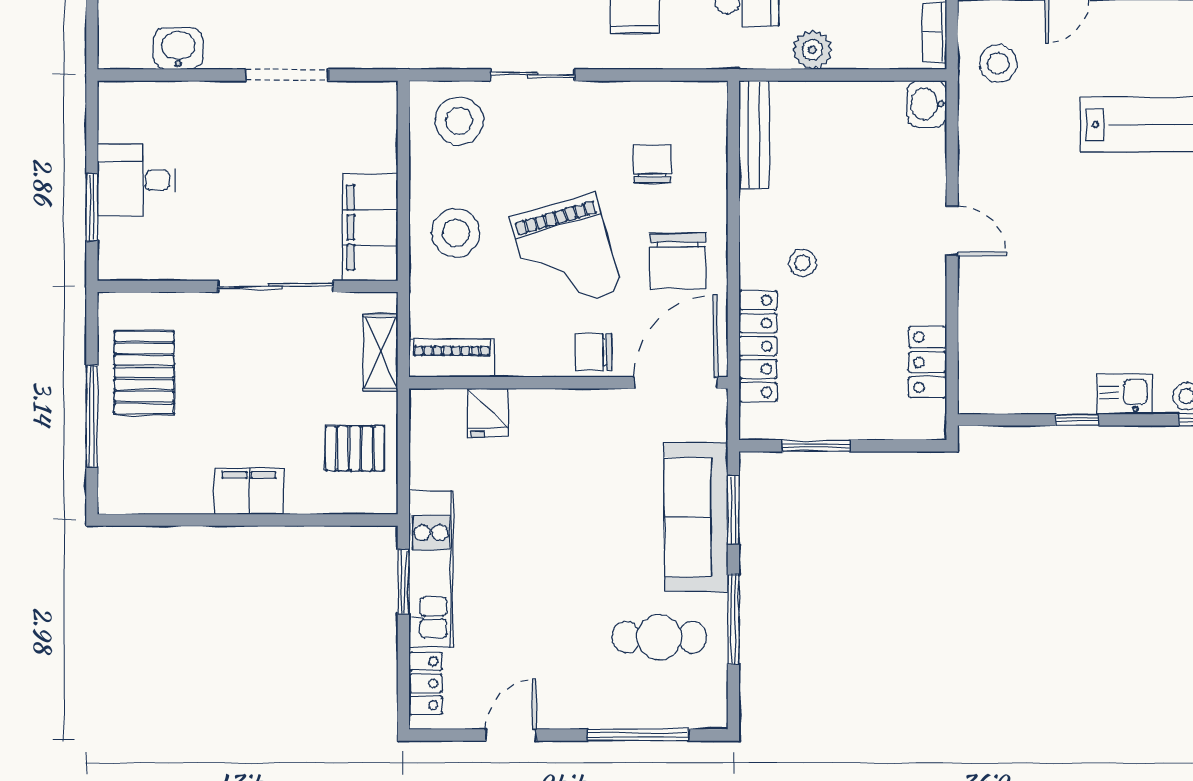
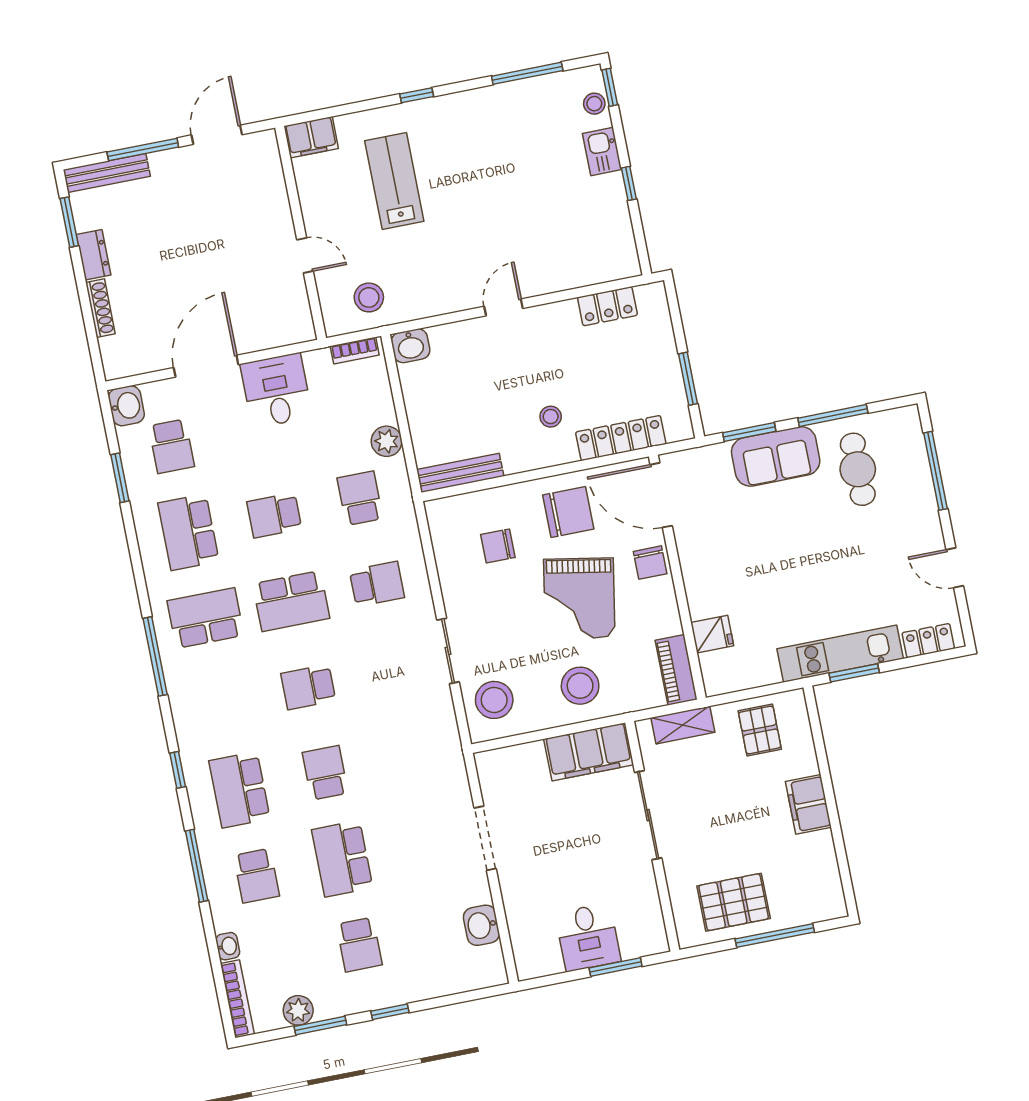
grand piano: (566, 254) -> (579, 598), turned 116
sofa: (696, 517) -> (776, 456), width x0.73

